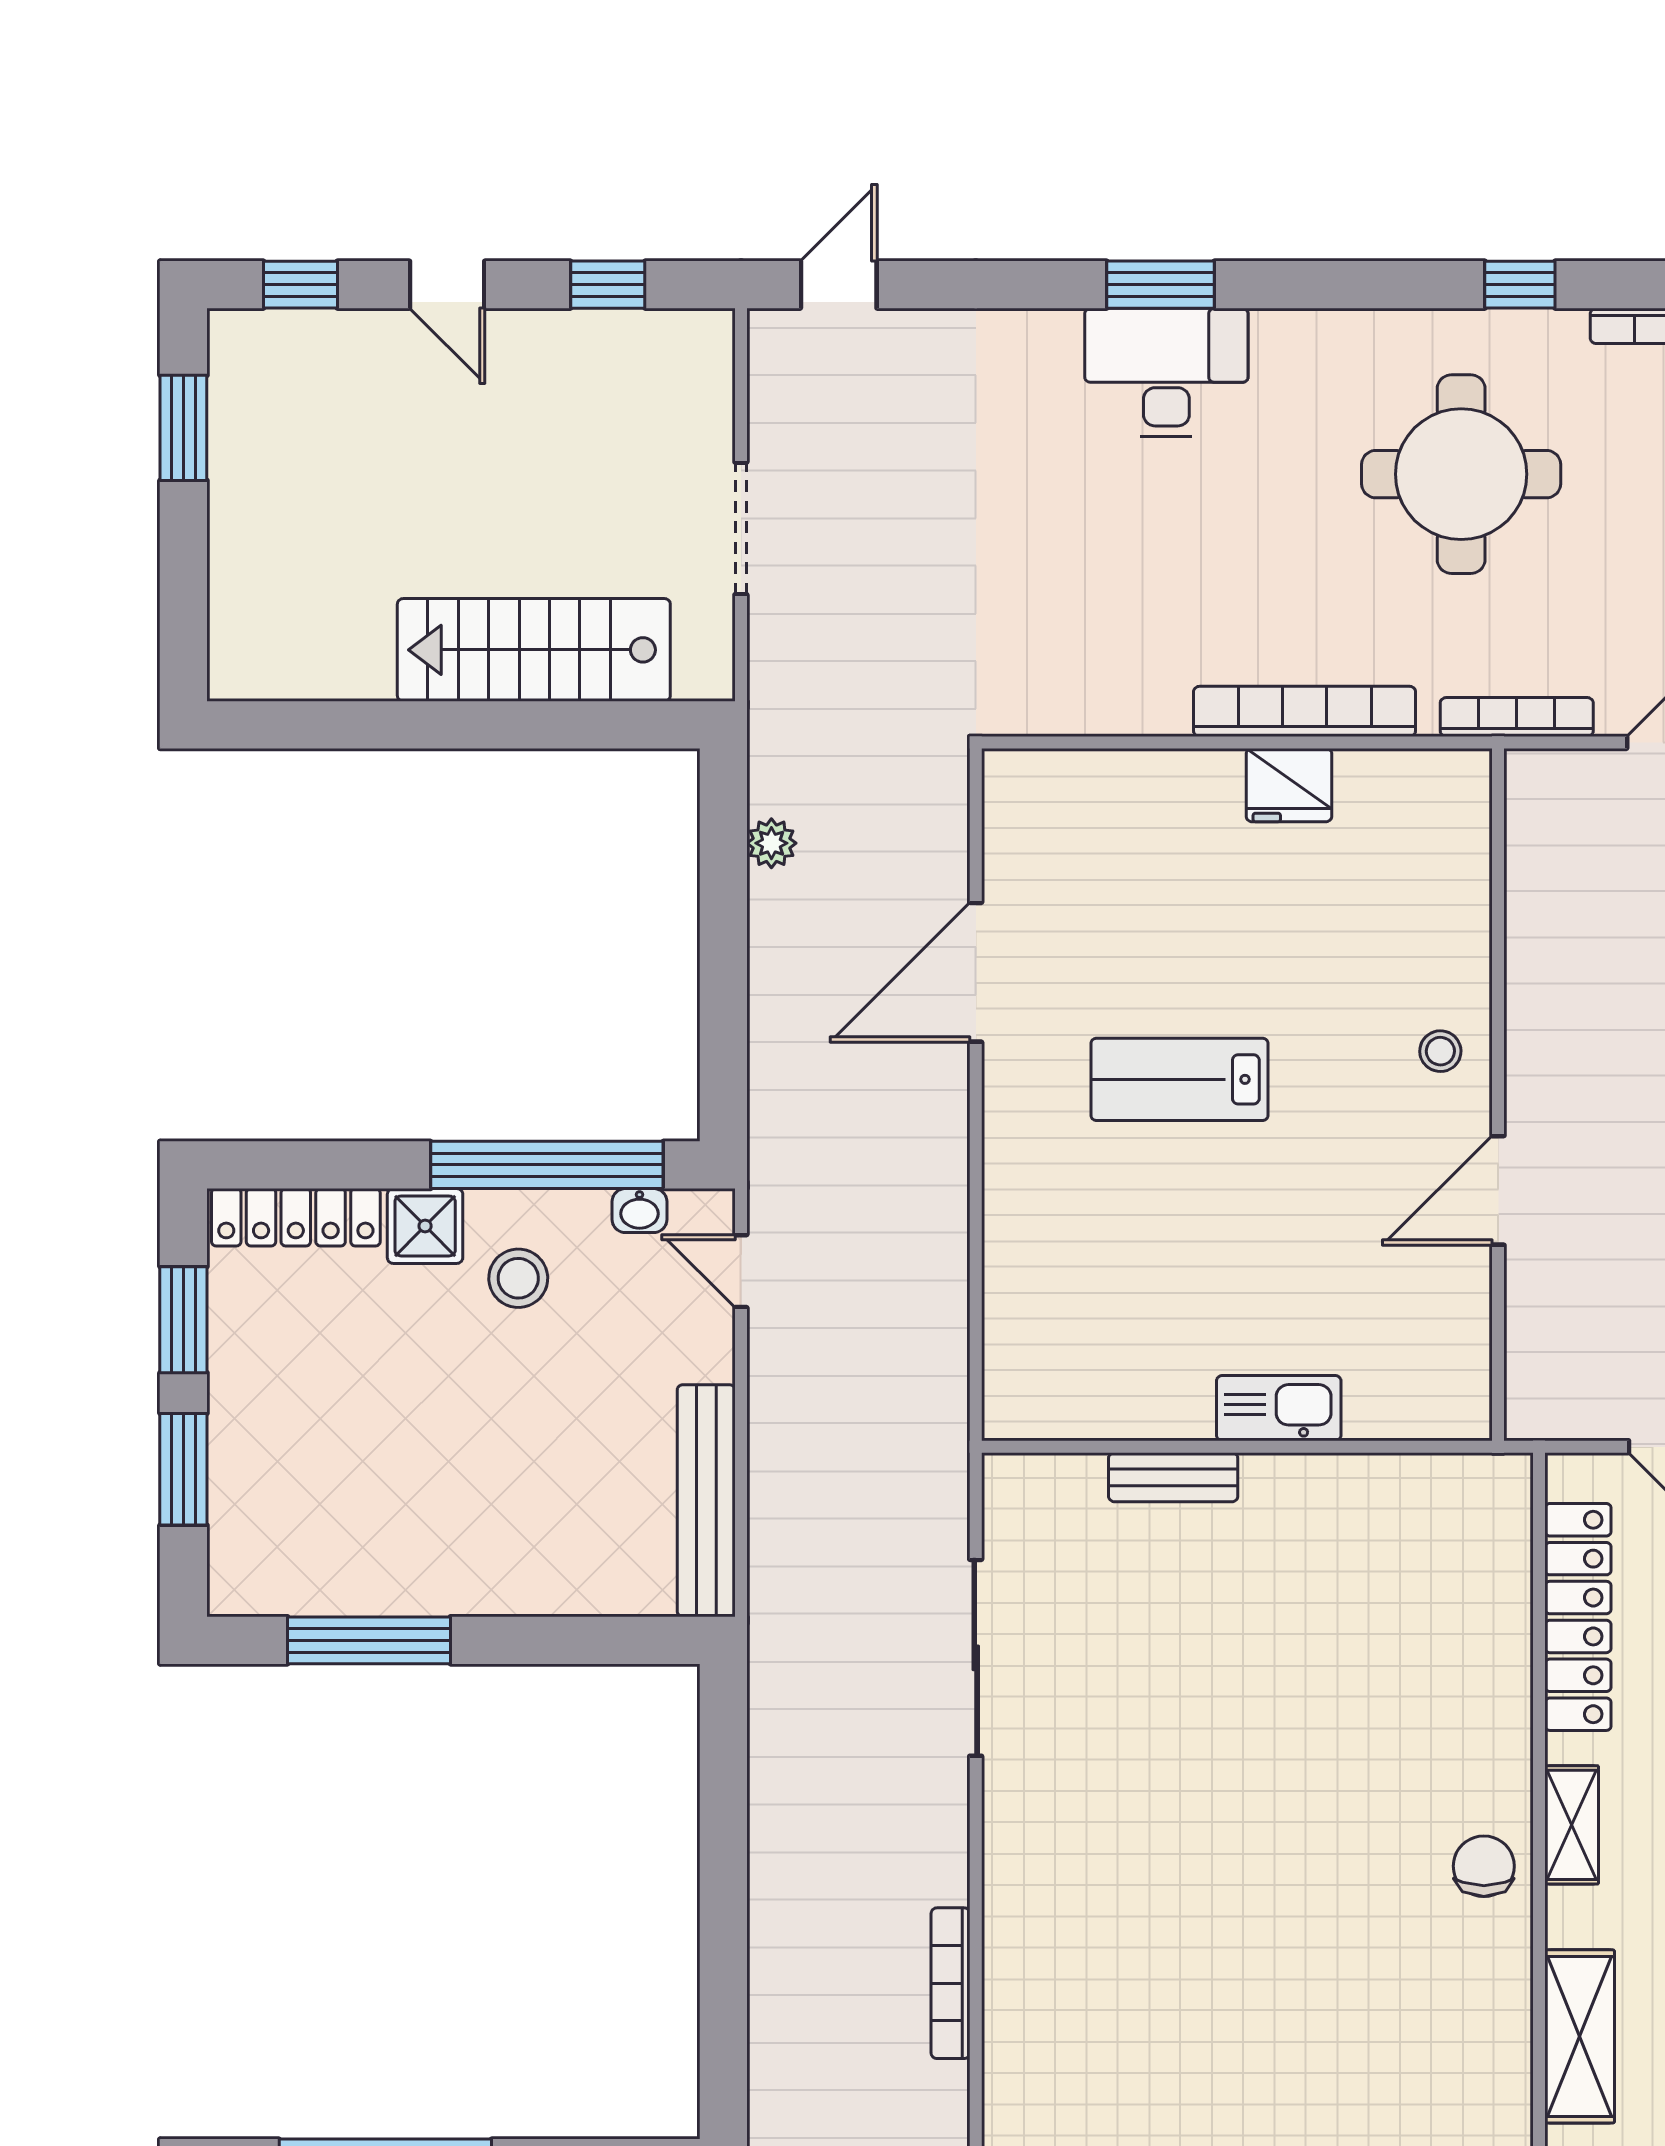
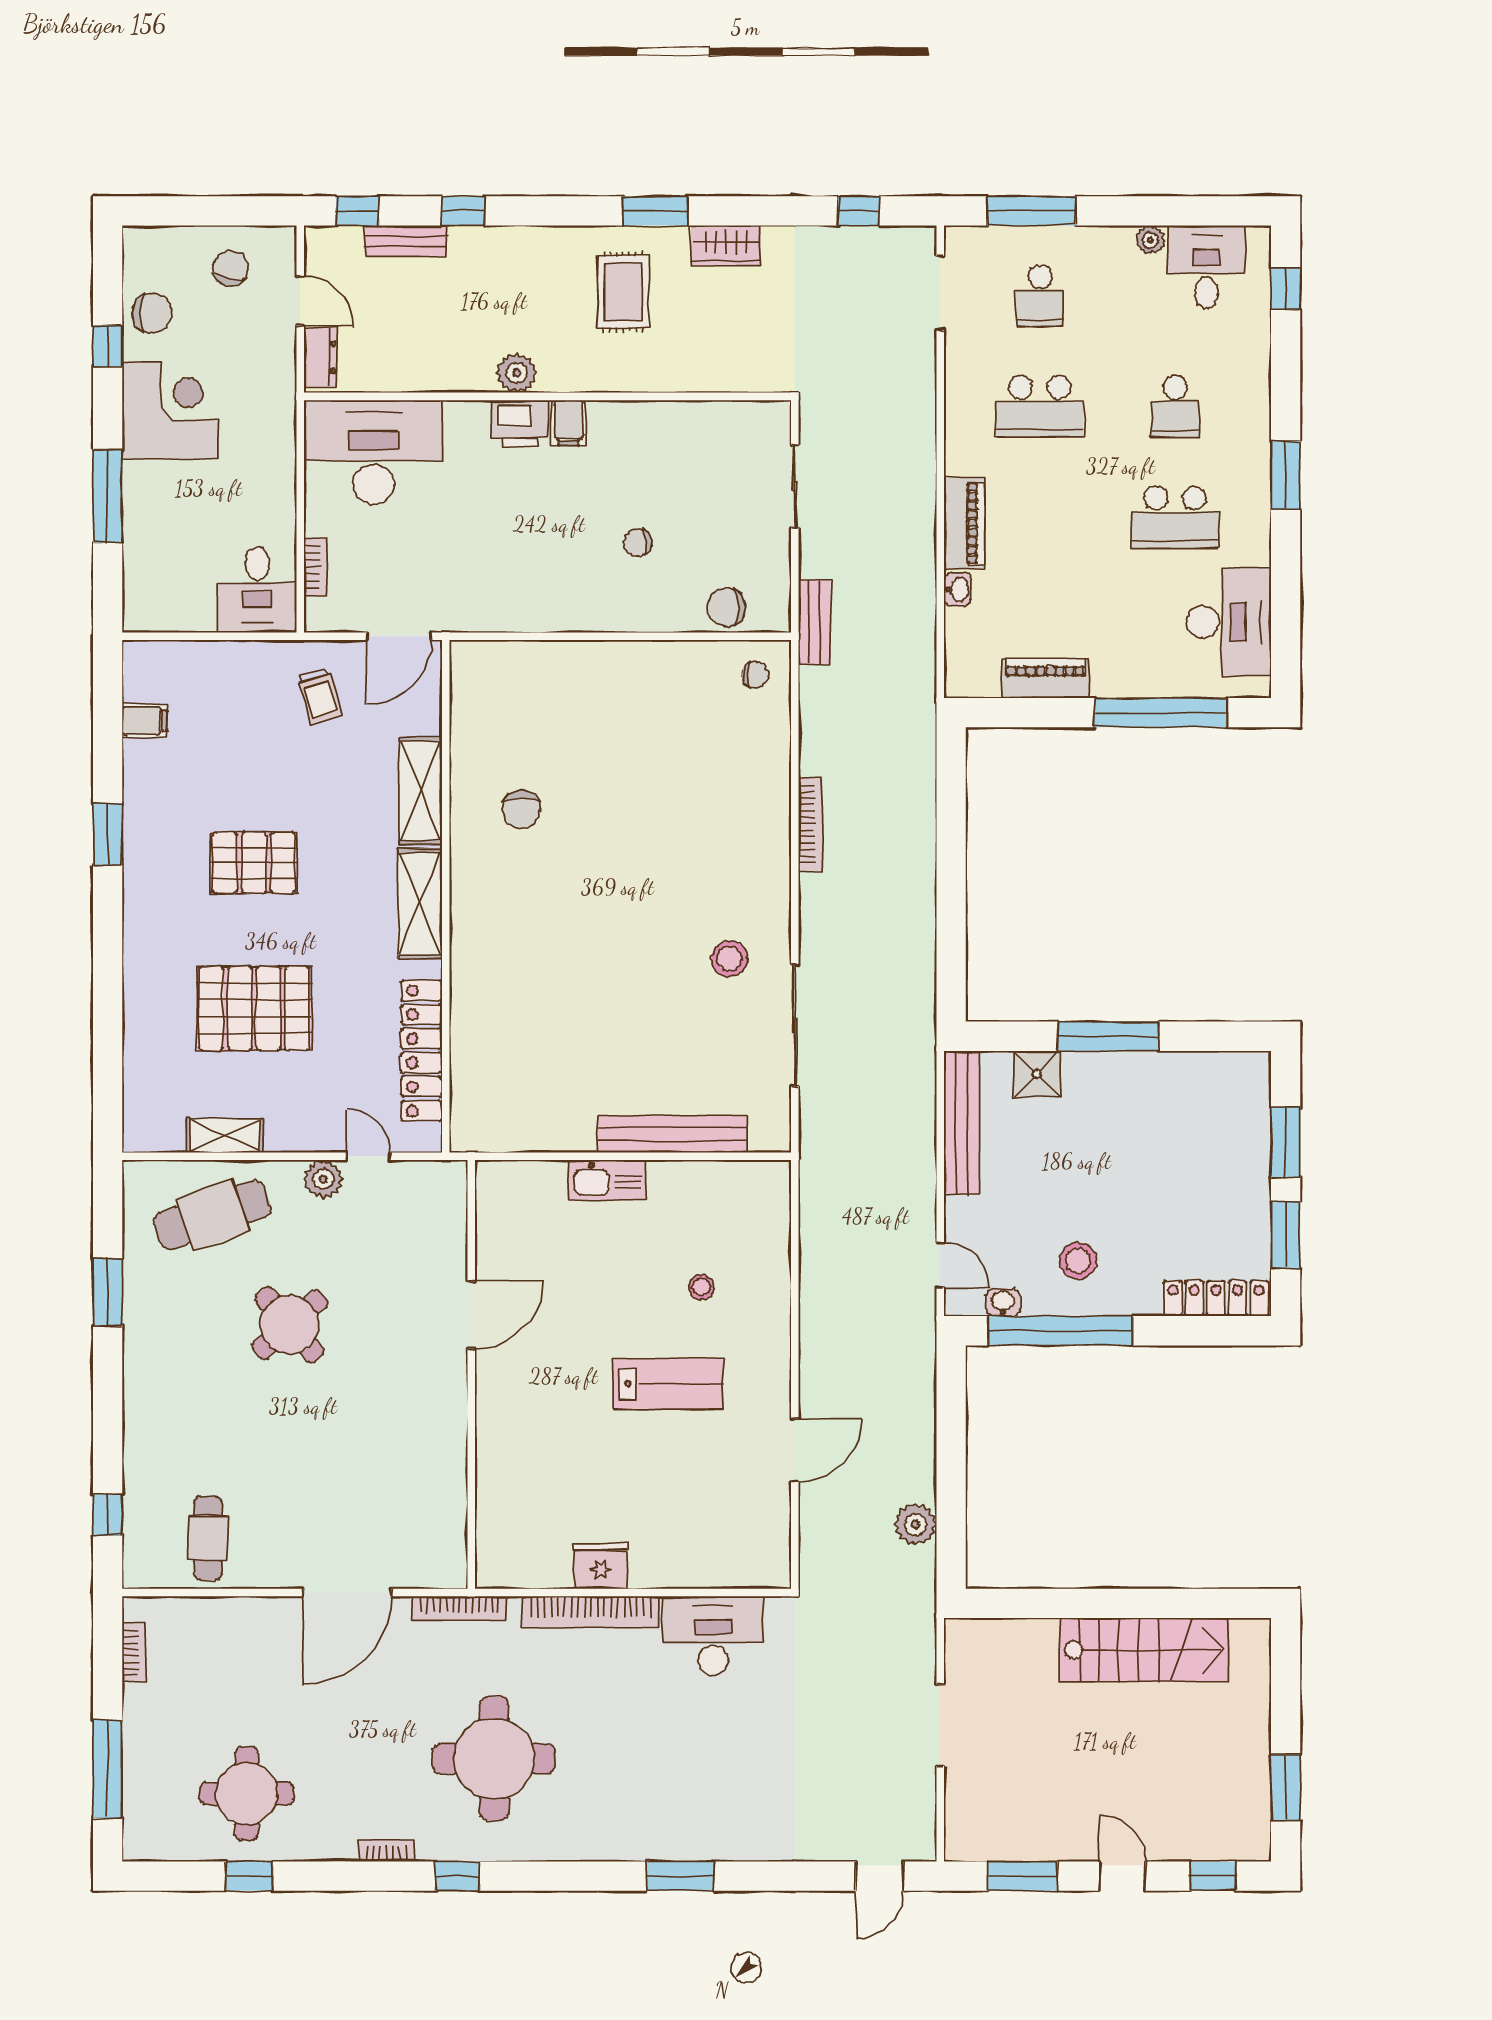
window: (608, 285) -> (1023, 1876), width x1.50
desk: (1166, 372) -> (713, 1636), moved, turned 180
stairs: (534, 650) -> (1145, 1650), moved
plant: (771, 843) -> (916, 1524), width x1.38, depth x1.38
door: (976, 972) -> (795, 1450), width x0.73
stool: (1440, 1051) -> (701, 1287), moved
shower: (425, 1226) -> (1037, 1074), moved
bench: (1173, 1477) -> (672, 1134), width x1.86, depth x1.21
window: (369, 1640) -> (1108, 1036), moved
stool: (1081, 1766) -> (729, 959), added
shelving: (1572, 1825) -> (420, 904), width x1.50, depth x1.33
chair: (1484, 1866) -> (521, 809), moved

